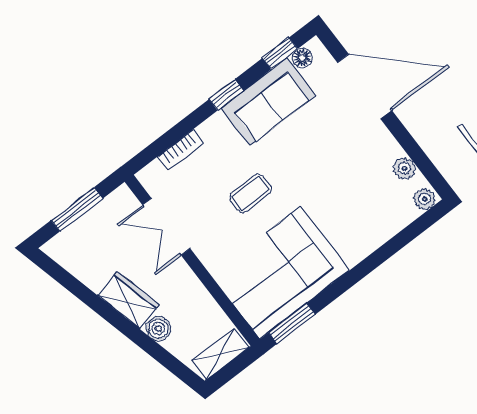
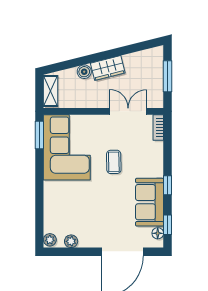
bookcase: (181, 150) -> (158, 127), moved

